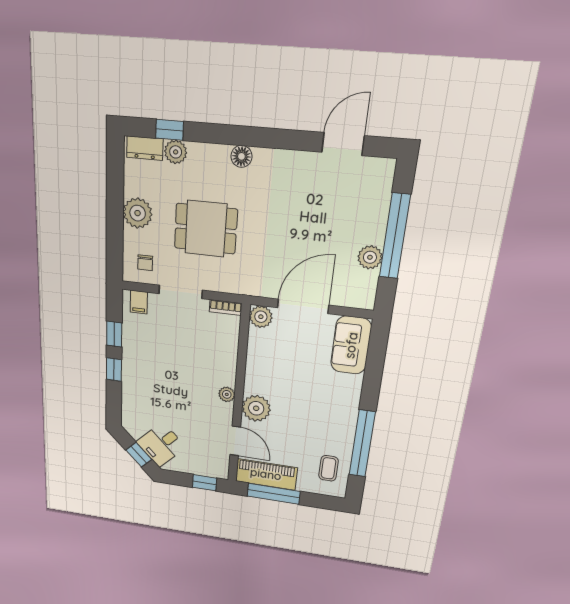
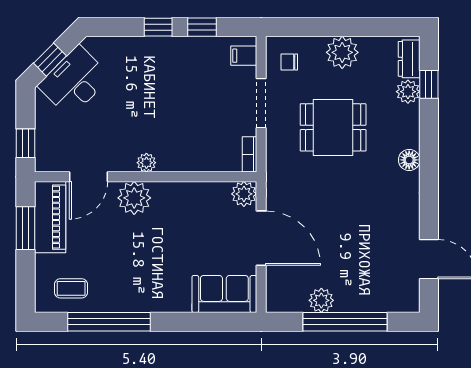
dining table: (206, 229) -> (333, 127), turned 90
desk: (161, 445) -> (74, 81), width x1.37
window: (274, 494) -> (25, 228), width x0.69

